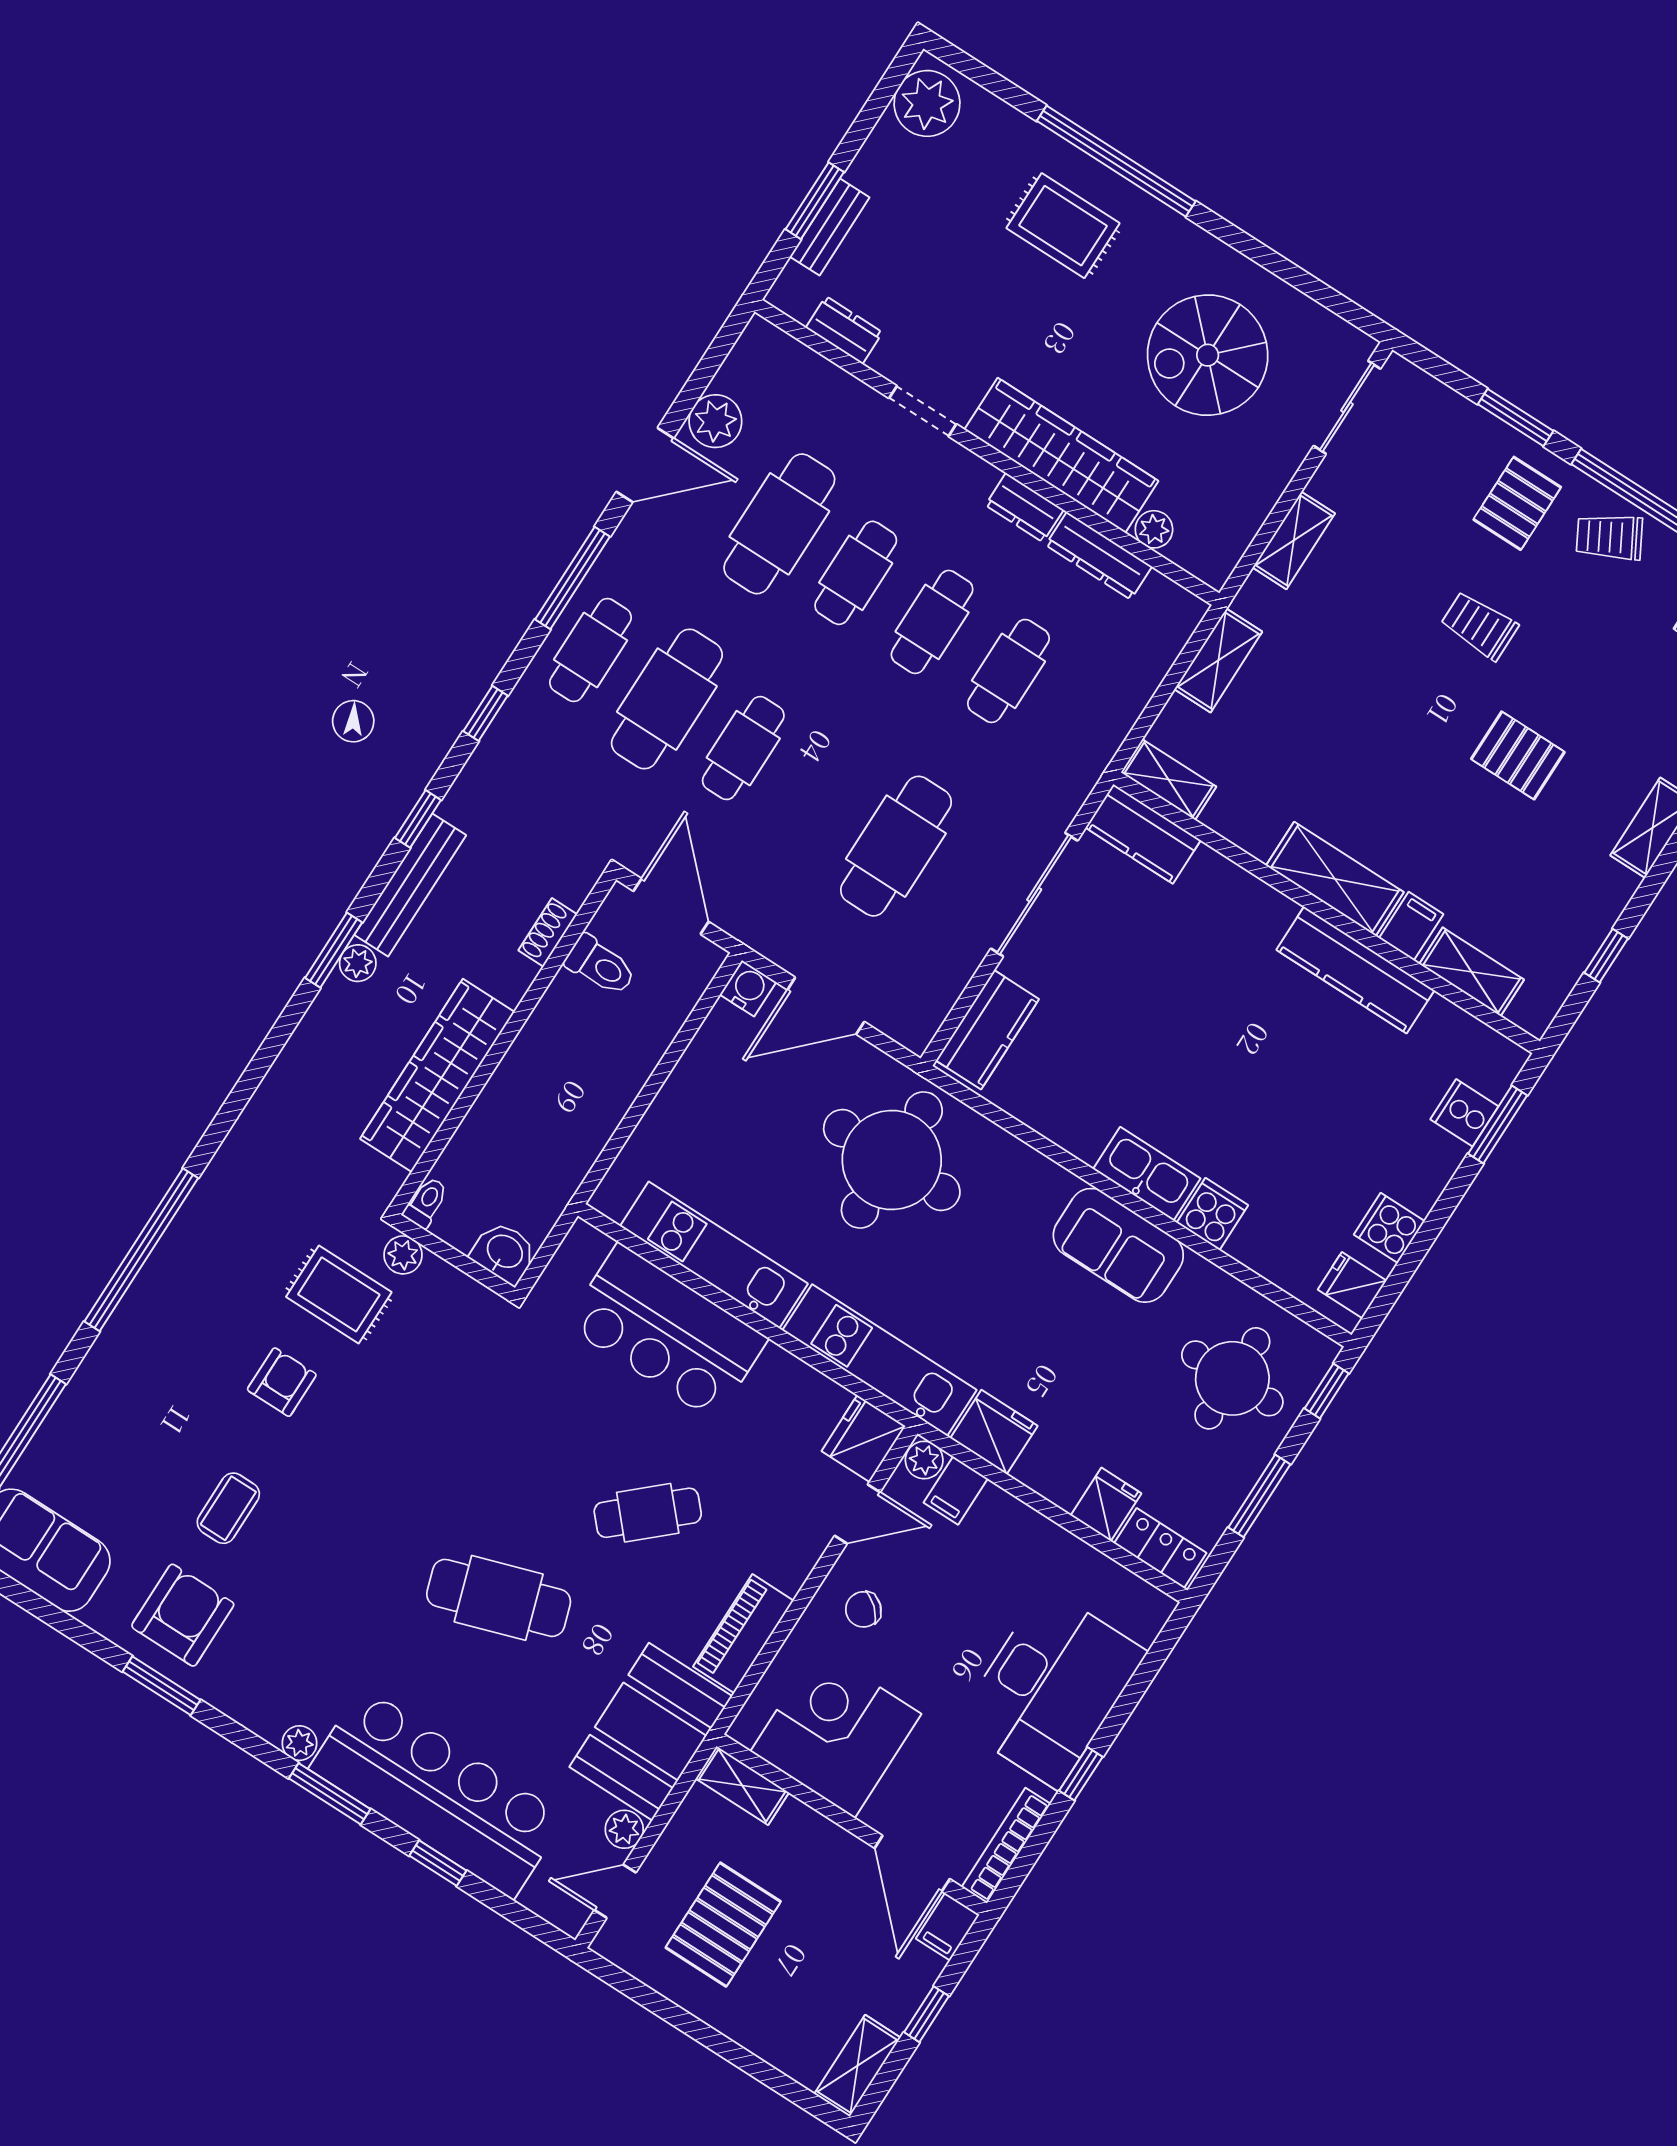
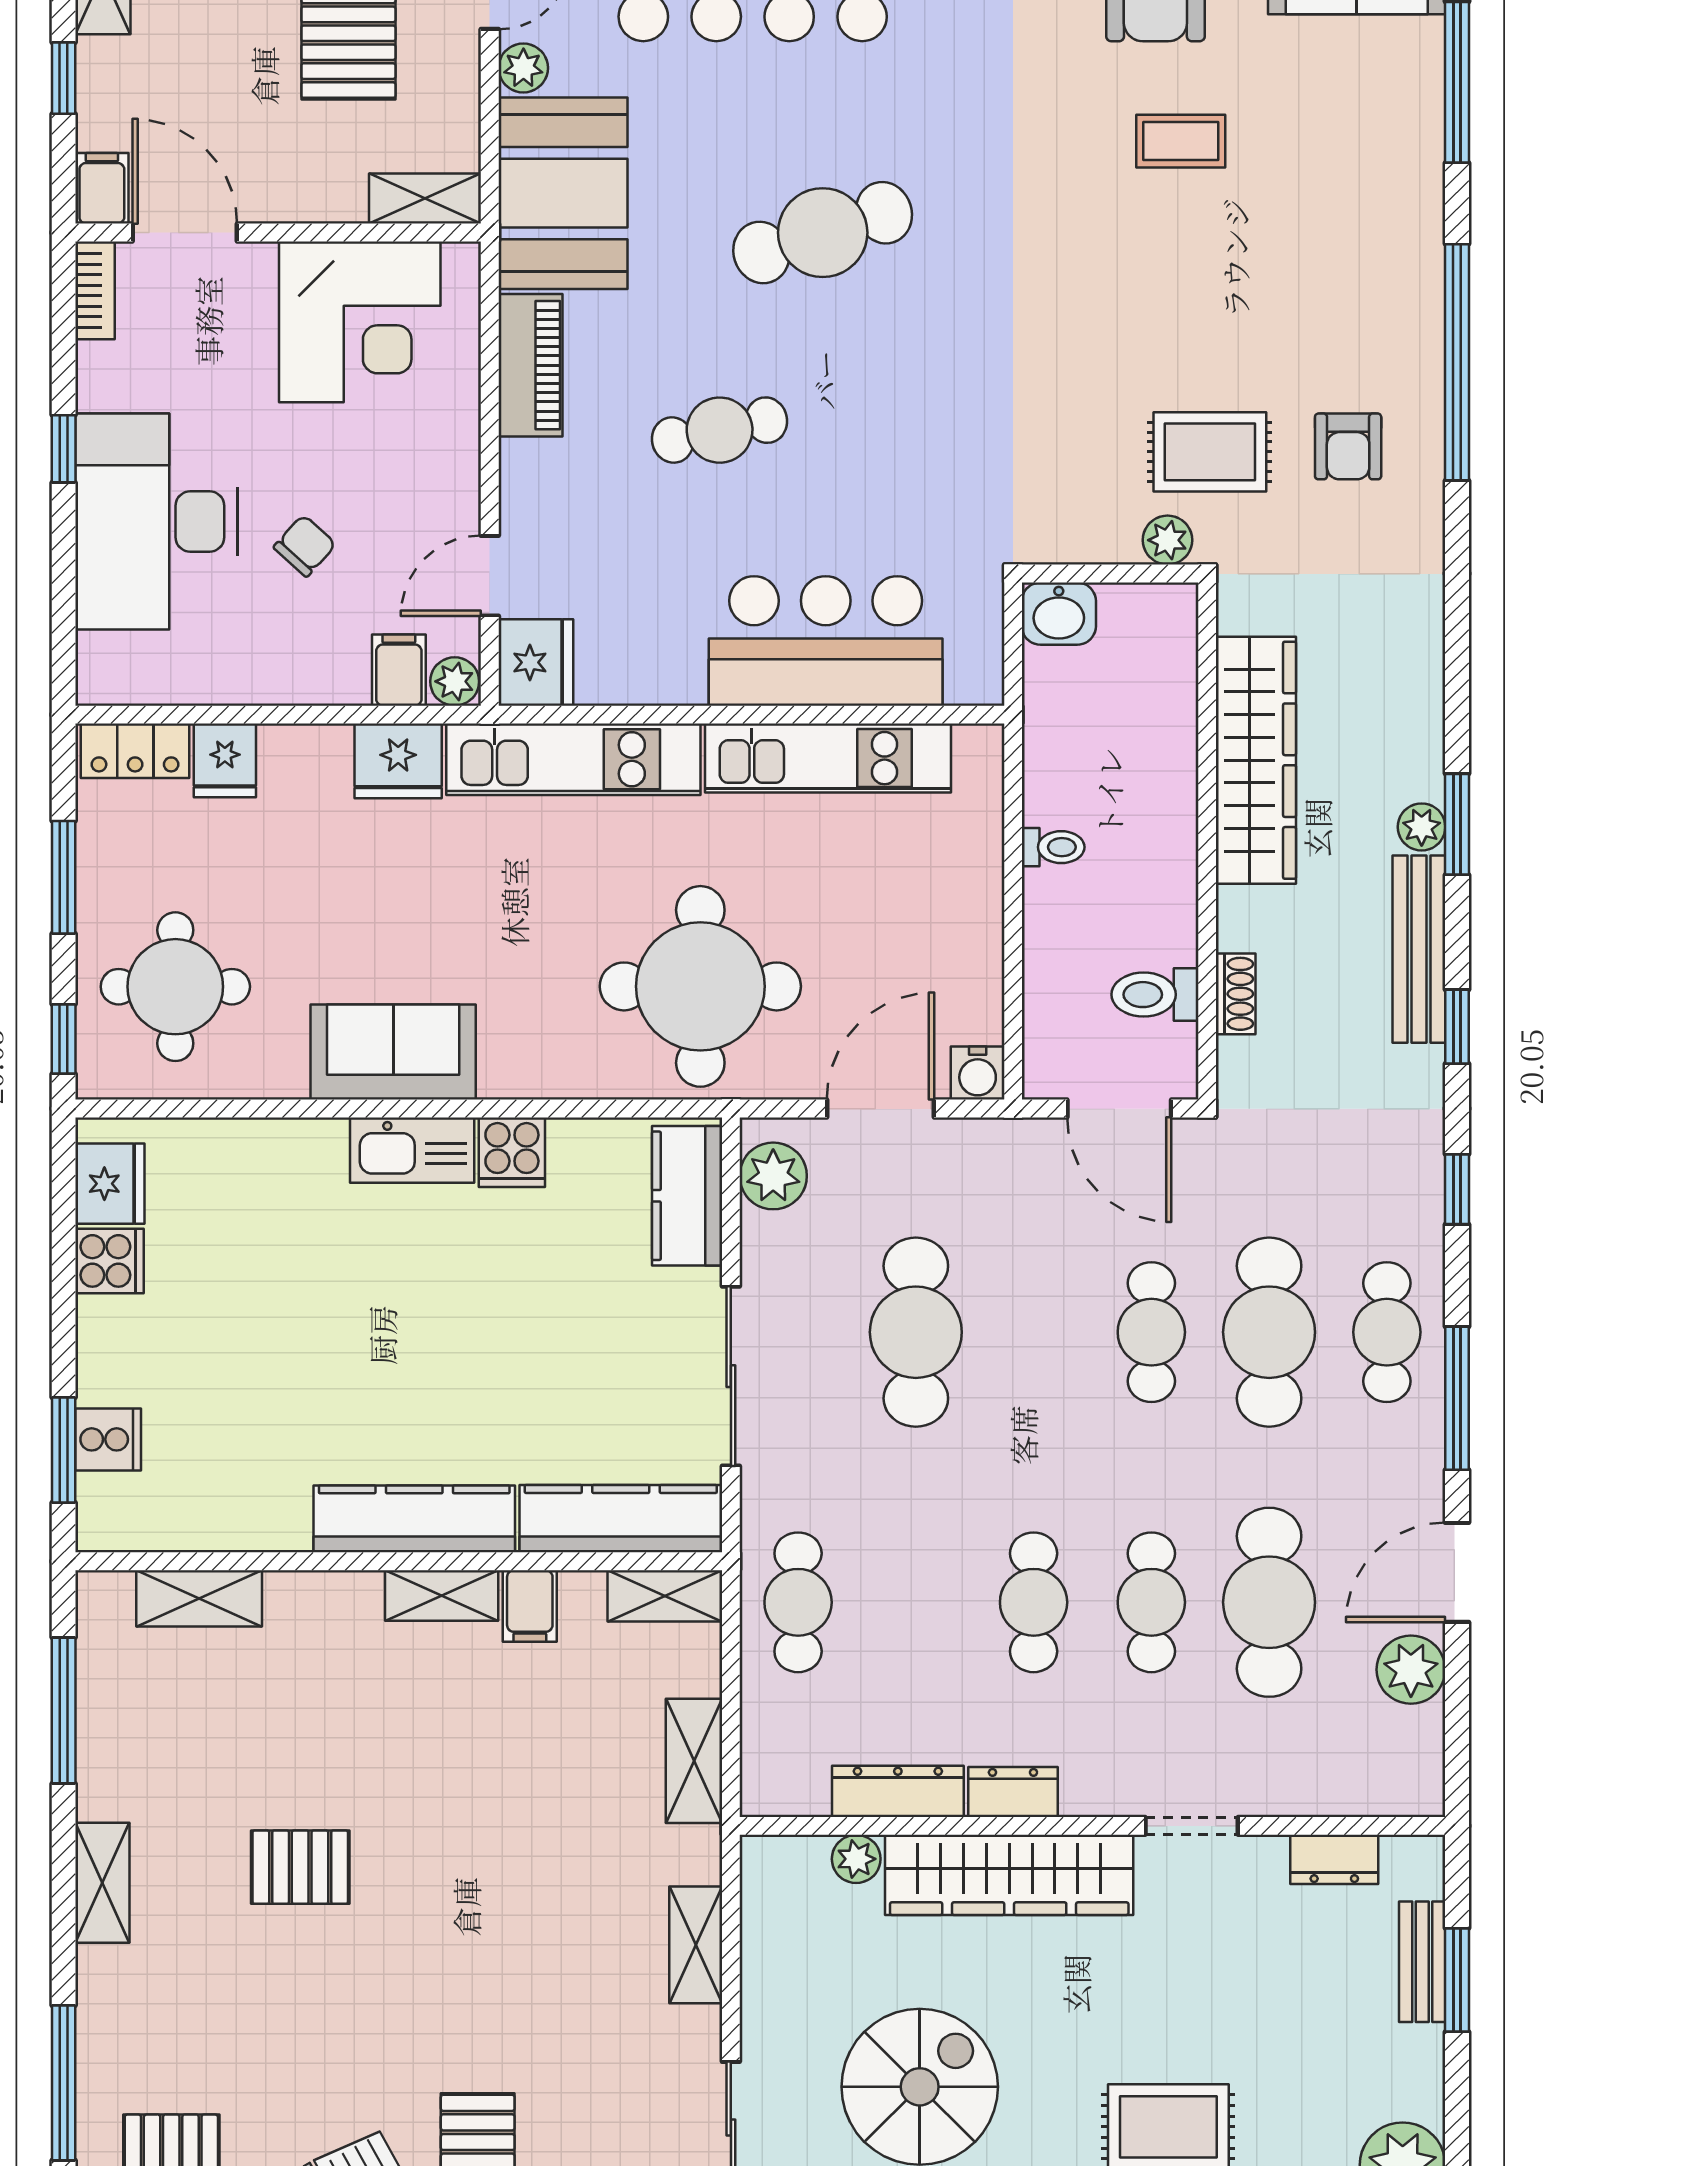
trolley: (1479, 626) -> (433, 1982), removed
cafe table: (1008, 671) -> (798, 1602), moved
kitchen counter: (1143, 834) -> (621, 1519), width x1.50
shelving: (1335, 879) -> (442, 1596), width x0.67, depth x0.75
filing cabinet: (1411, 926) -> (530, 1606), moved
window: (1606, 956) -> (64, 1710), width x2.17
kitchen counter: (1355, 970) -> (414, 1519), moved
plant: (923, 1007) -> (773, 1176), added
toilet: (426, 1202) -> (1053, 847), moved, turned -90
cooker: (1212, 1214) -> (512, 1152), moved
fridge: (1352, 1285) -> (110, 1184), width x1.38
armchair: (282, 1382) -> (1348, 446), moved
coffee table: (228, 1508) -> (1181, 141), turned 90
cafe table: (648, 1513) -> (720, 430), turned 30
chair: (863, 1609) -> (305, 546), moved
bookcase: (1006, 1845) -> (95, 290), width x0.64

